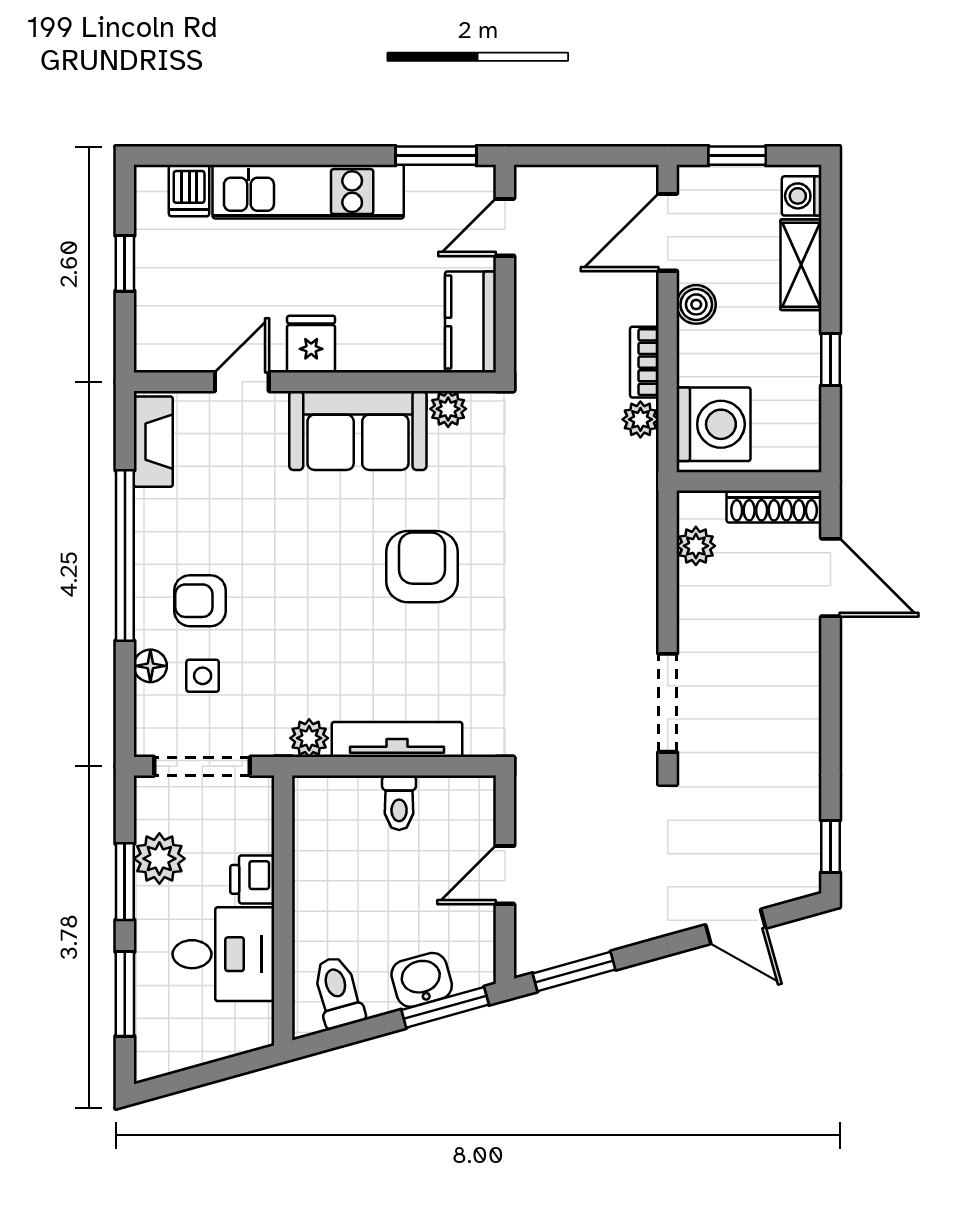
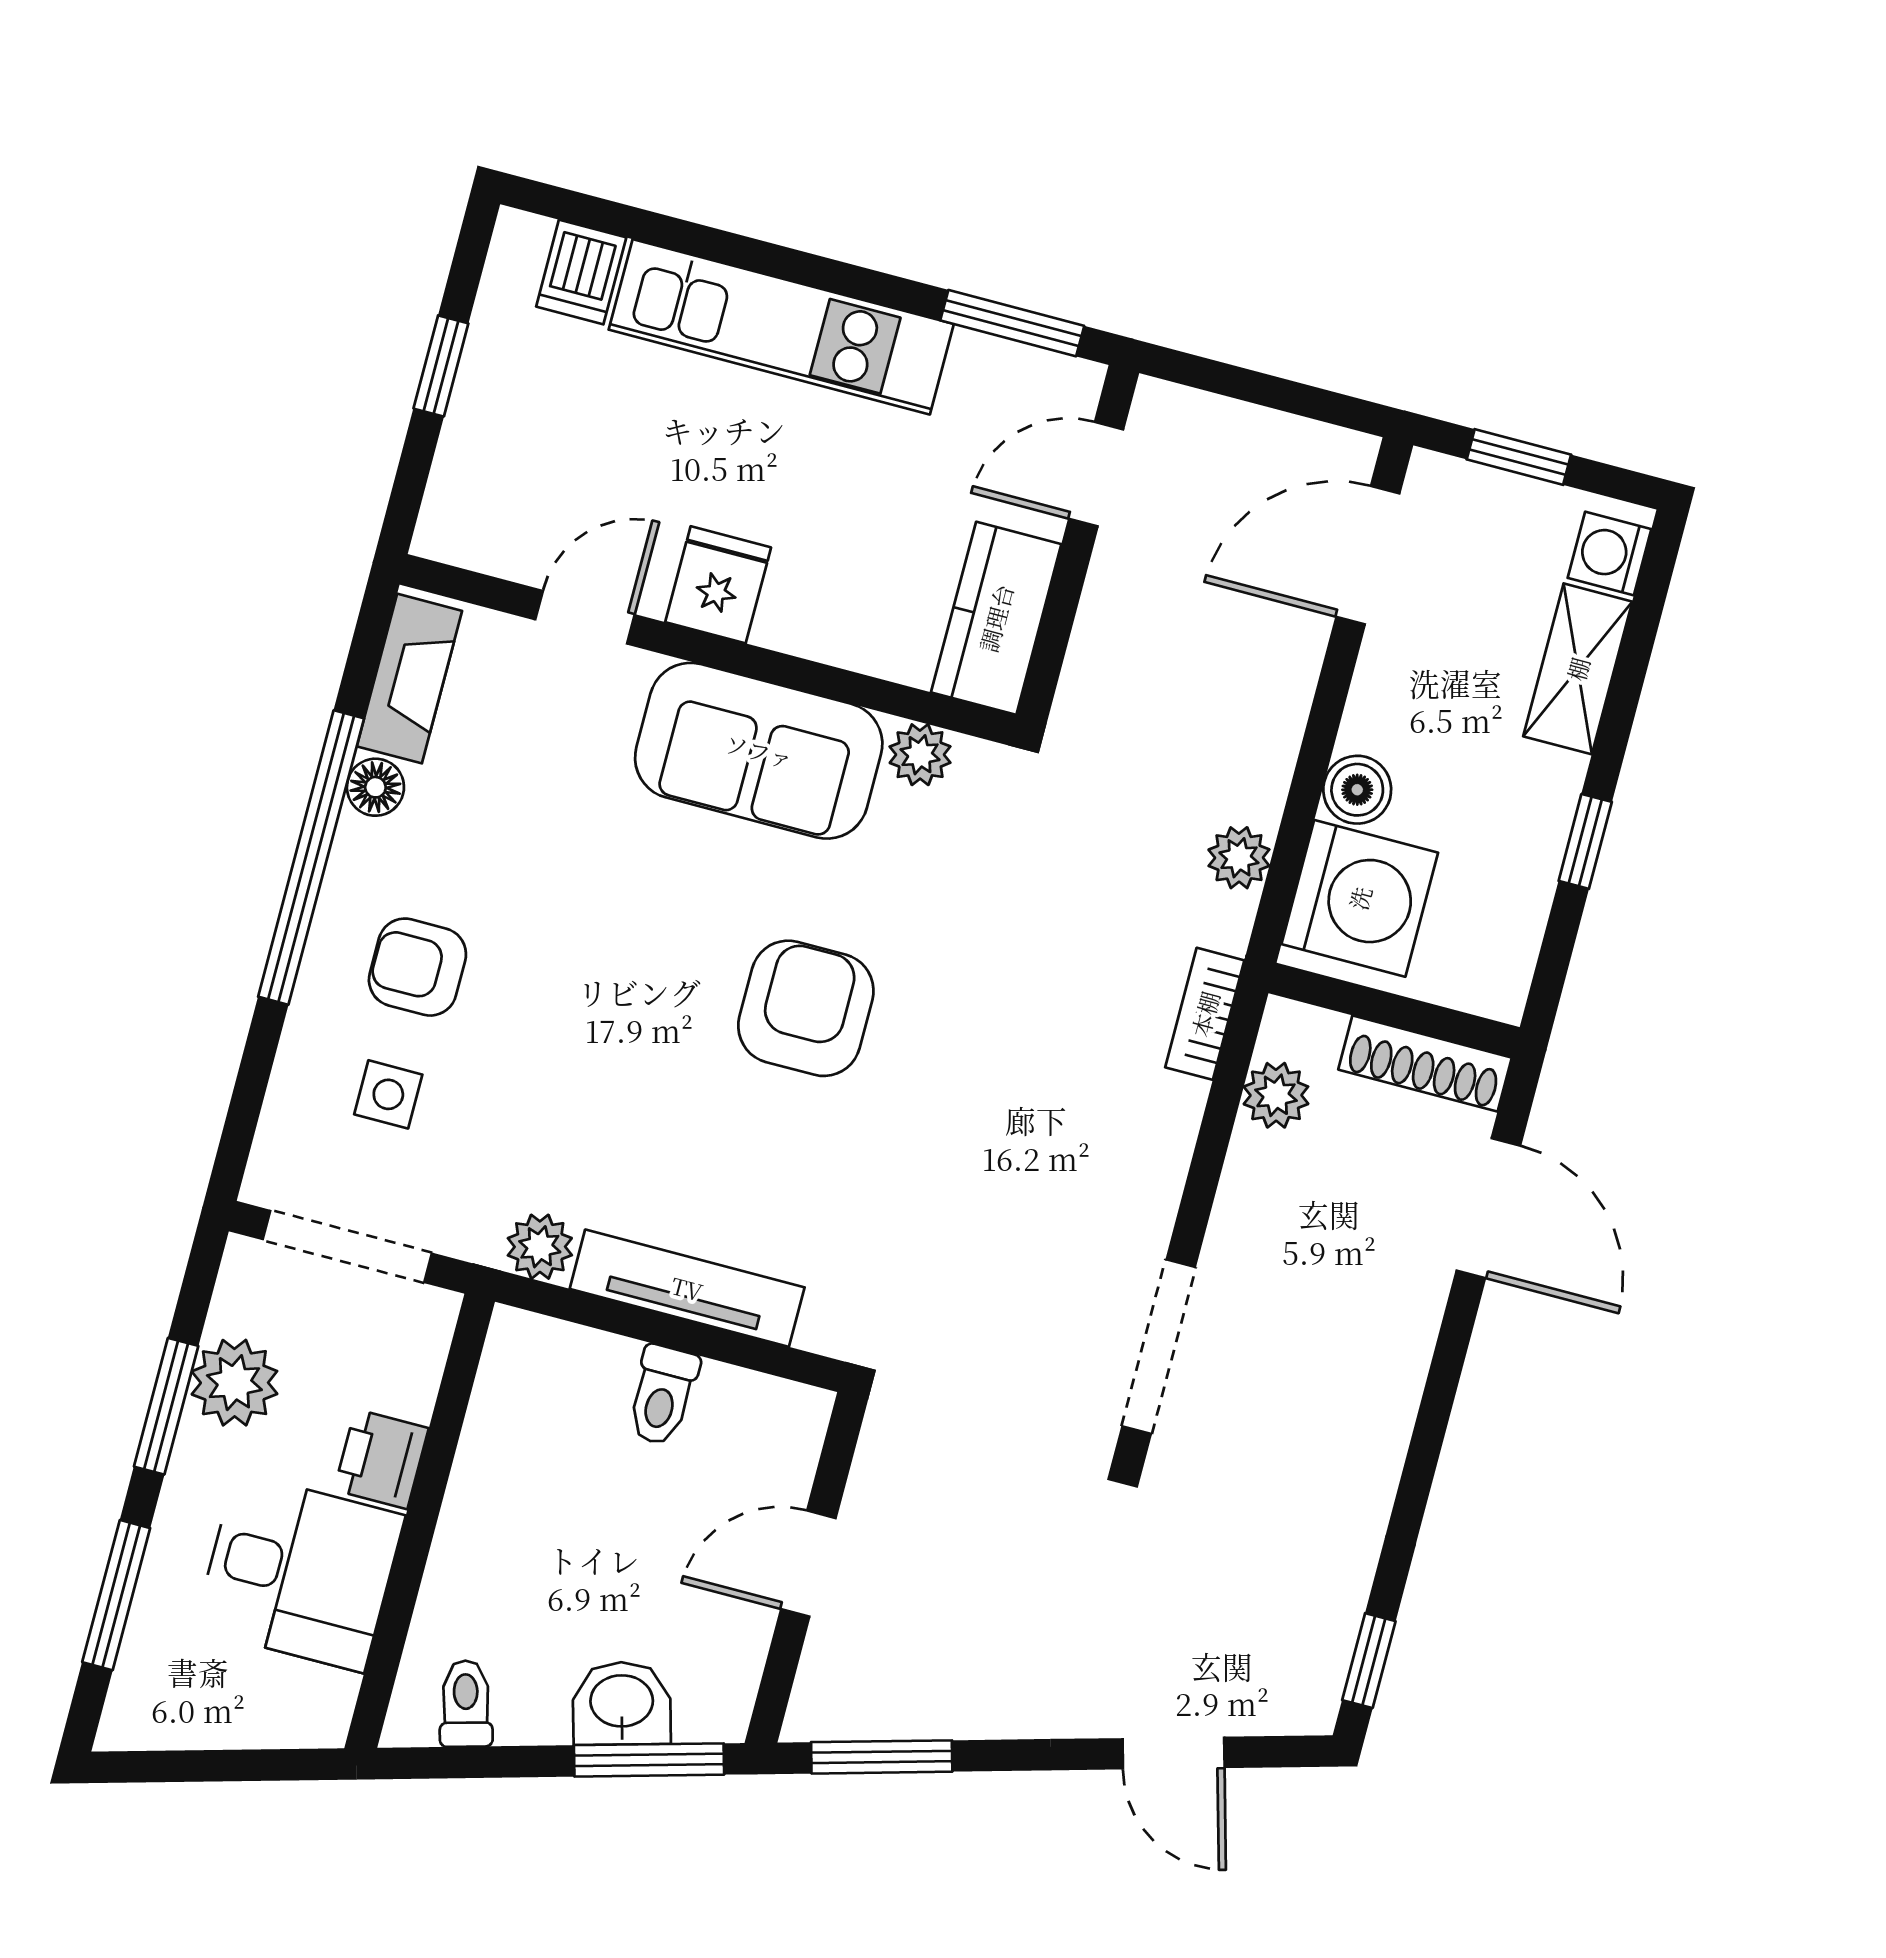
boiler: (696, 304) -> (1357, 790), moved
bookcase: (644, 362) -> (1205, 1014), moved
floor lamp: (150, 666) -> (375, 787), moved
toilet: (338, 992) -> (466, 1704), width x0.73, depth x0.72

